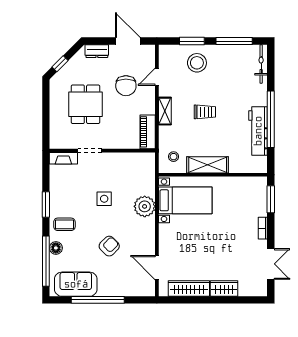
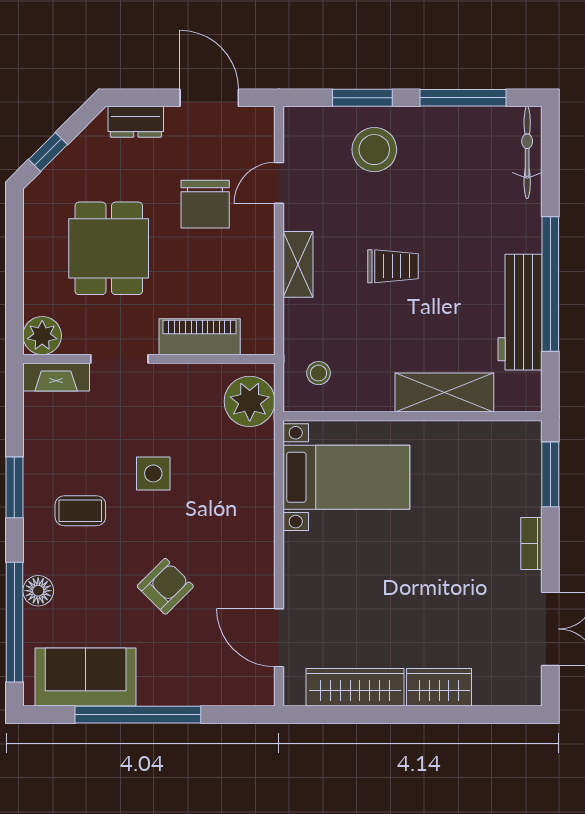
piano: (148, 132) -> (200, 337), moved, turned 90
plant: (58, 141) -> (42, 336), added
shelving: (208, 165) -> (444, 393), moved
plant: (145, 206) -> (250, 401), moved
coffee table: (64, 224) -> (80, 511), moved

